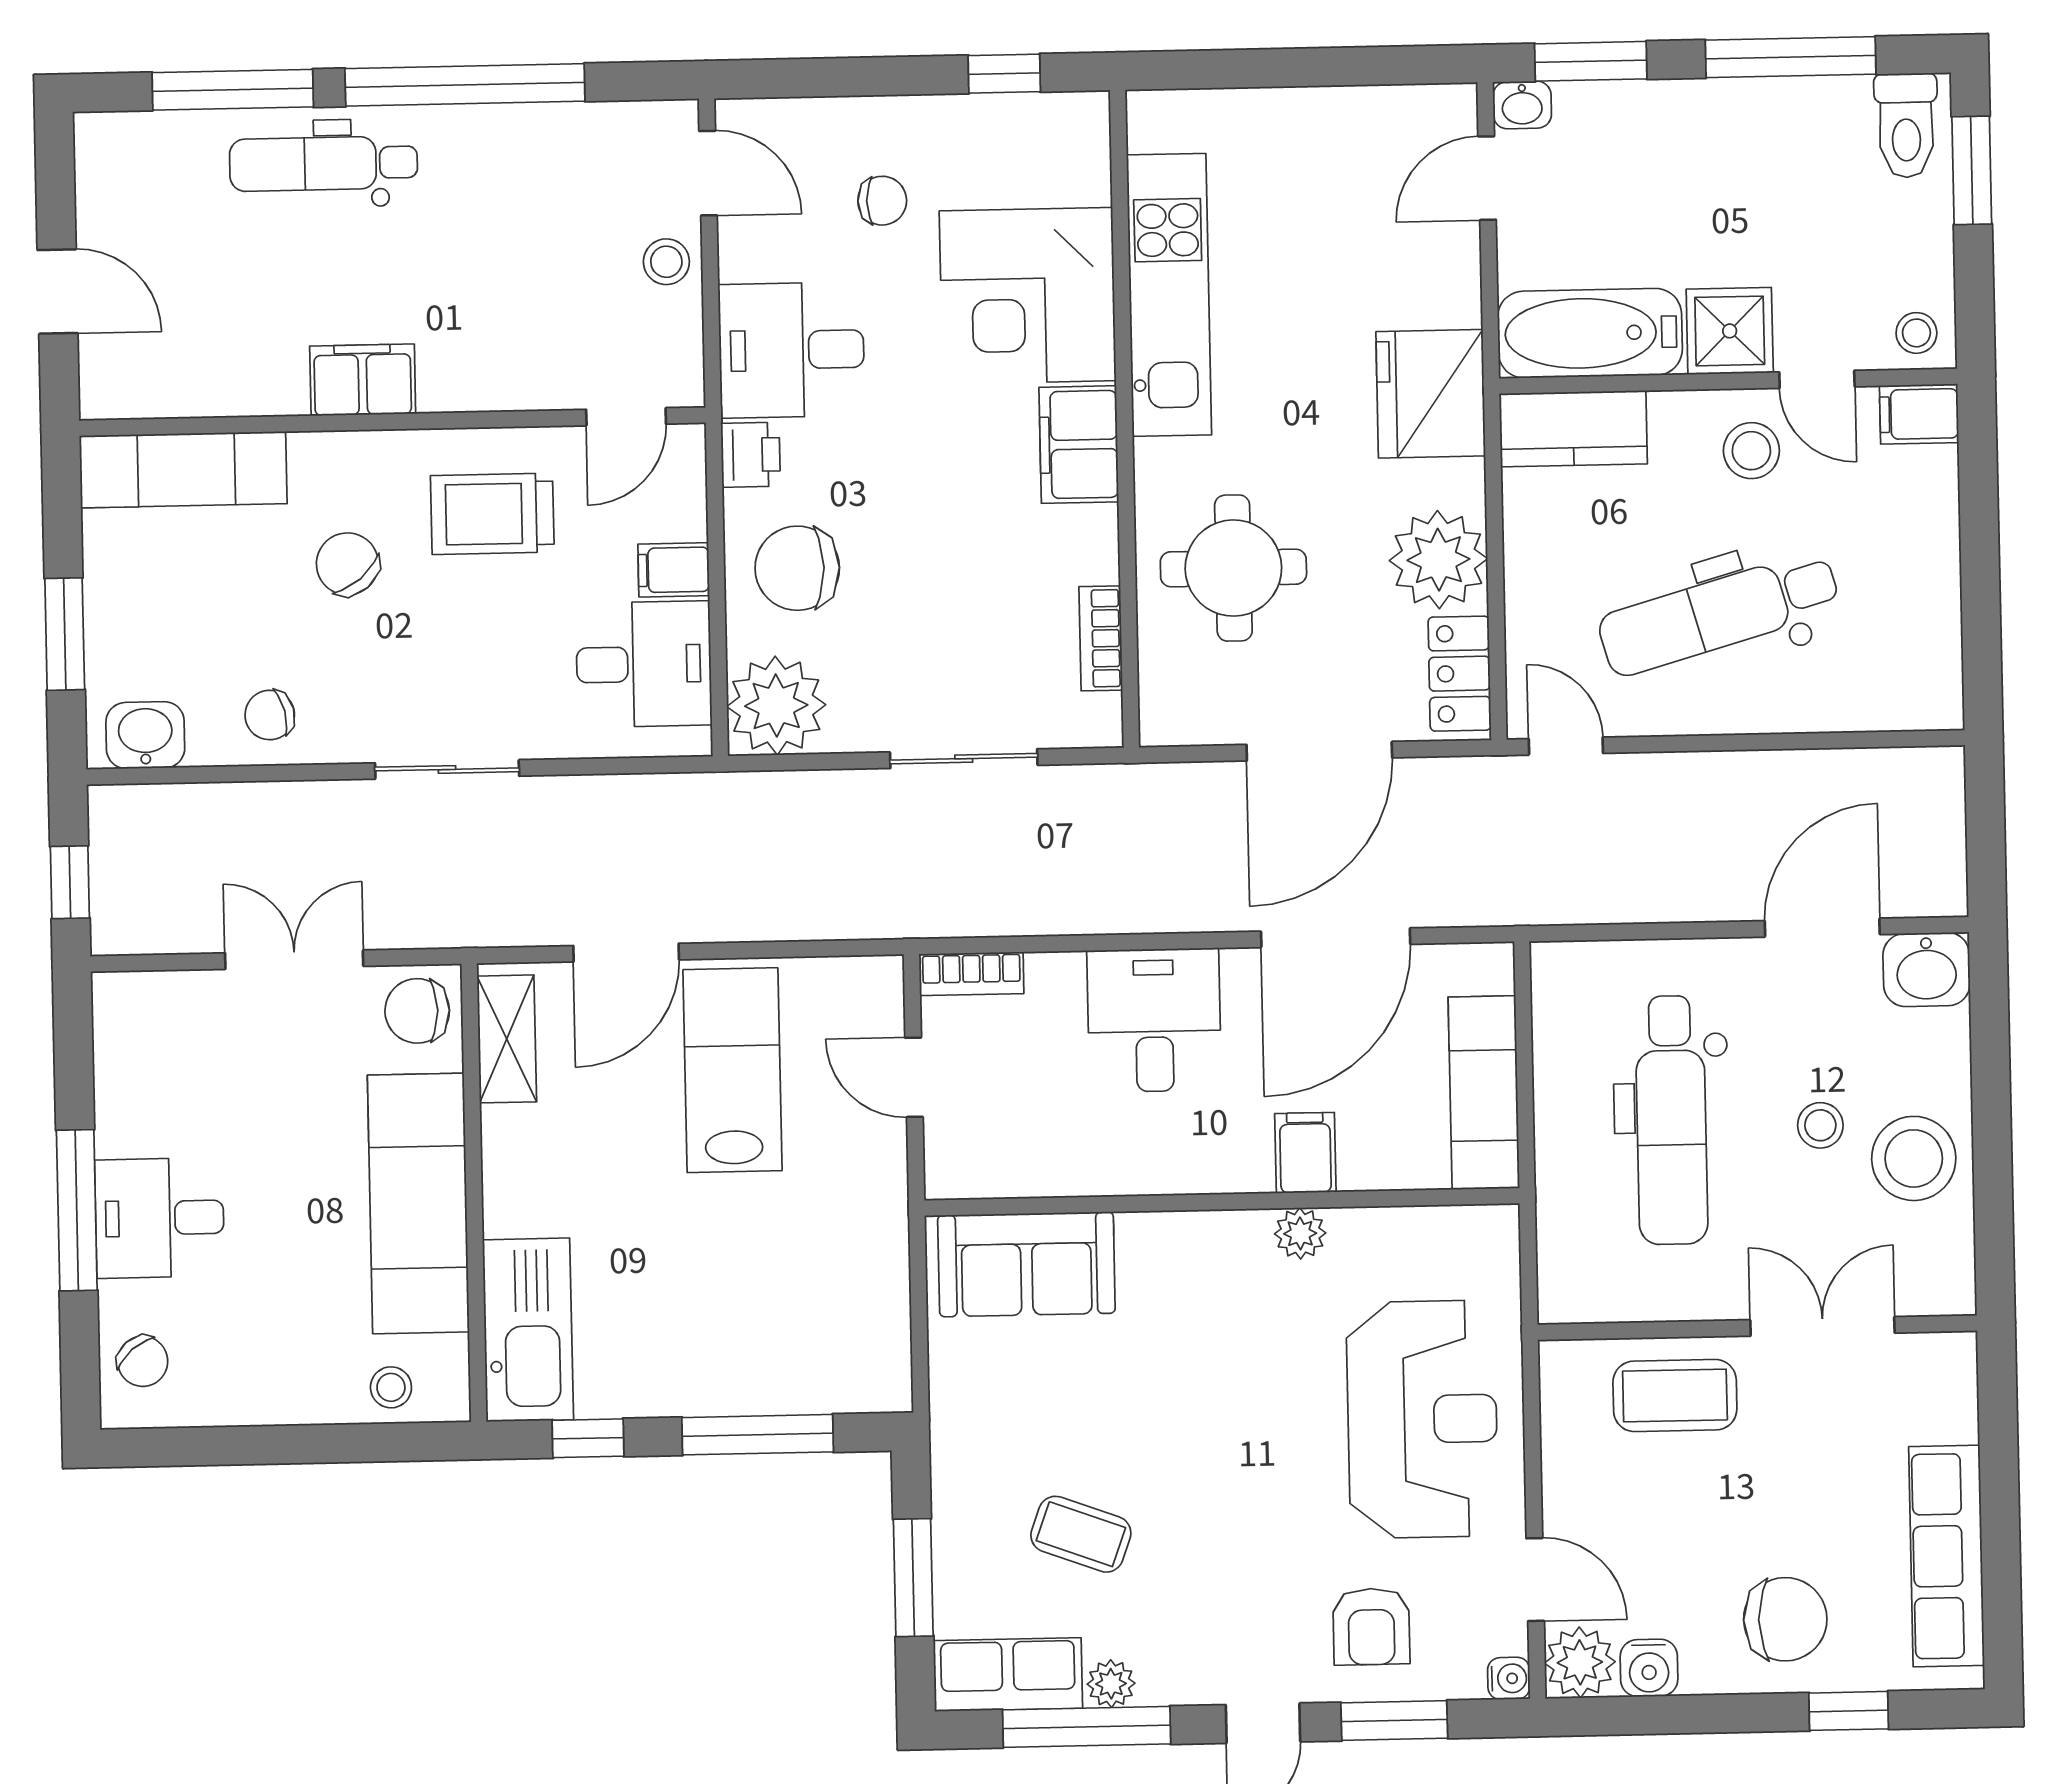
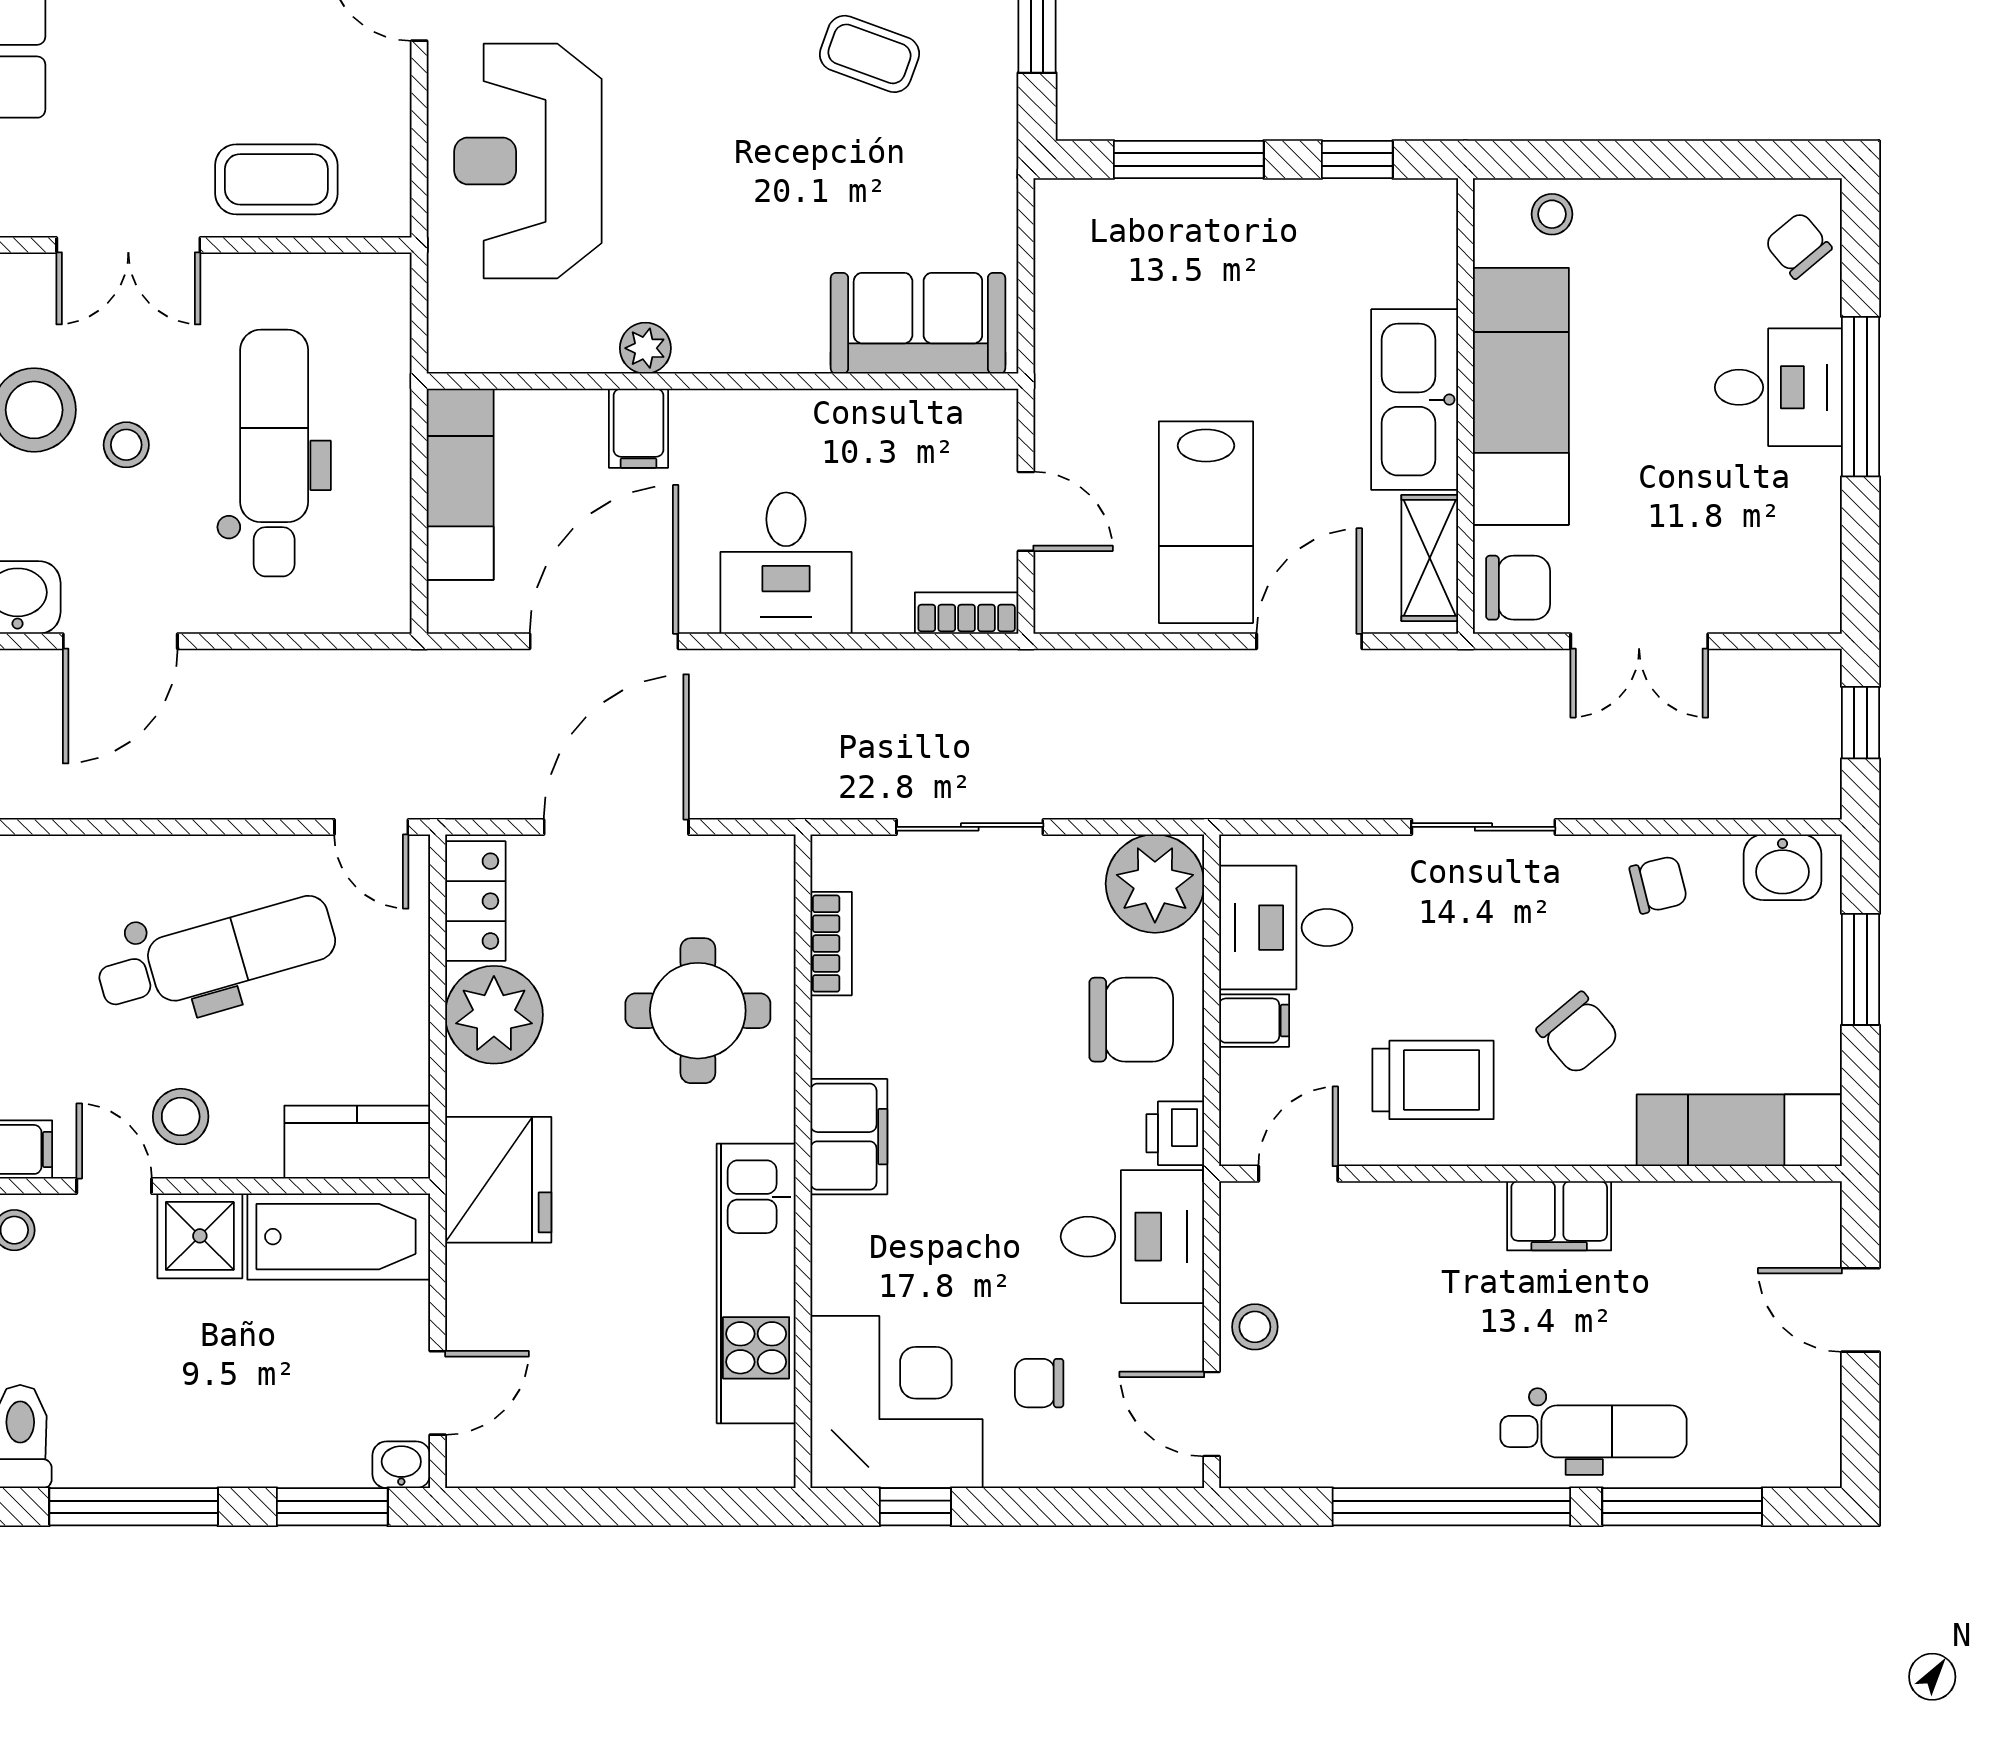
corner desk: (1028, 296) -> (897, 1402), moved
kitchen sink: (528, 1330) -> (1415, 400), moved

